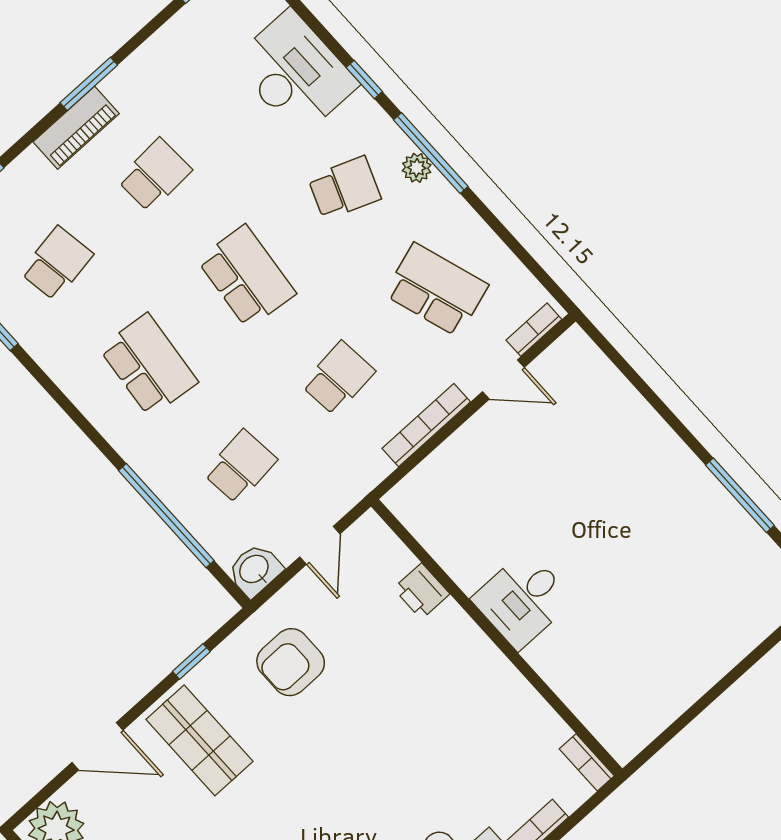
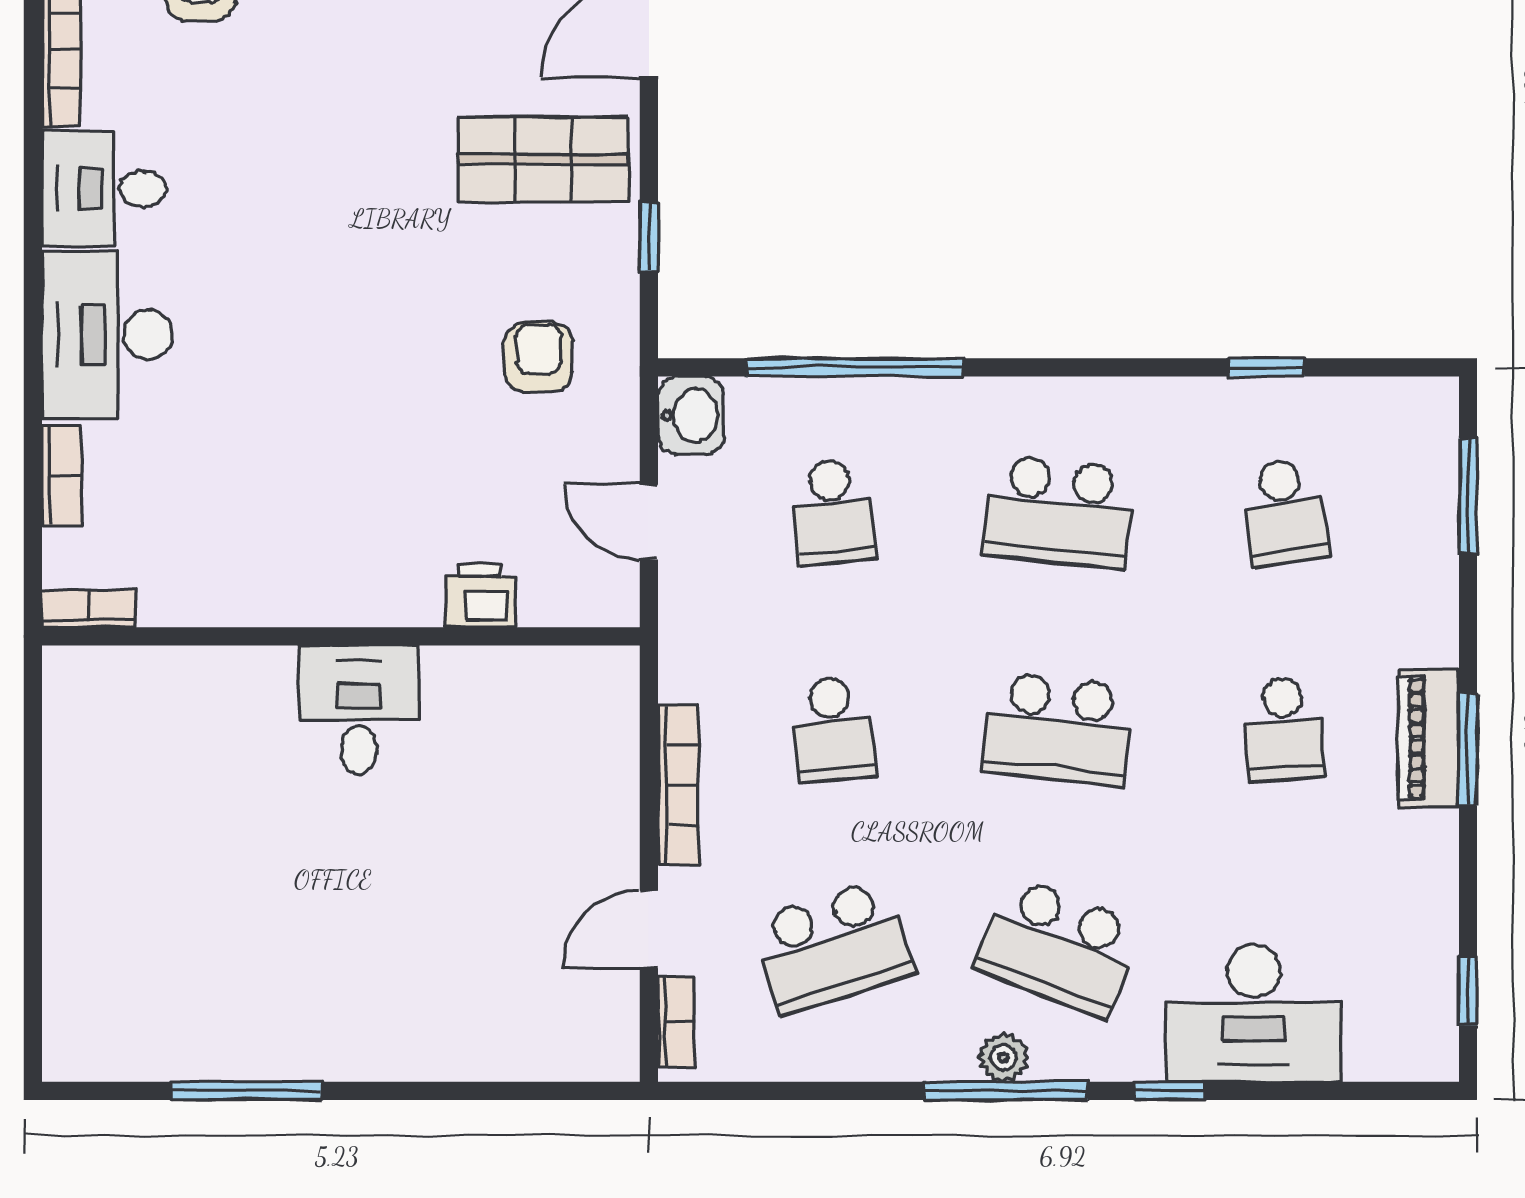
piano: (76, 128) -> (1428, 739), moved
school desk: (344, 188) -> (1058, 946), width x1.85
armchair: (291, 662) -> (538, 357), width x0.72, depth x0.72

